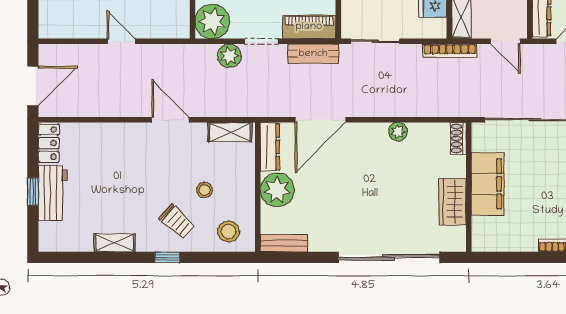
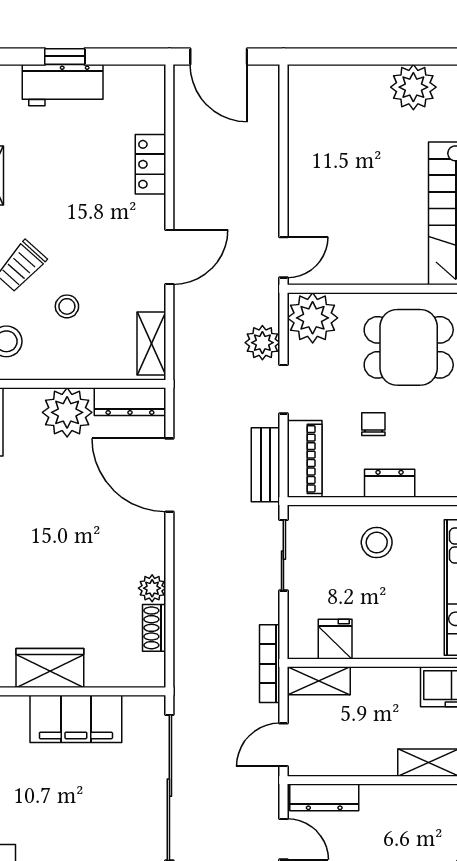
door: (121, 41) -> (283, 257), moved
shoe rack: (458, 138) -> (154, 628), moved, turned -90
locker: (49, 143) -> (150, 164), moved, turned 90

